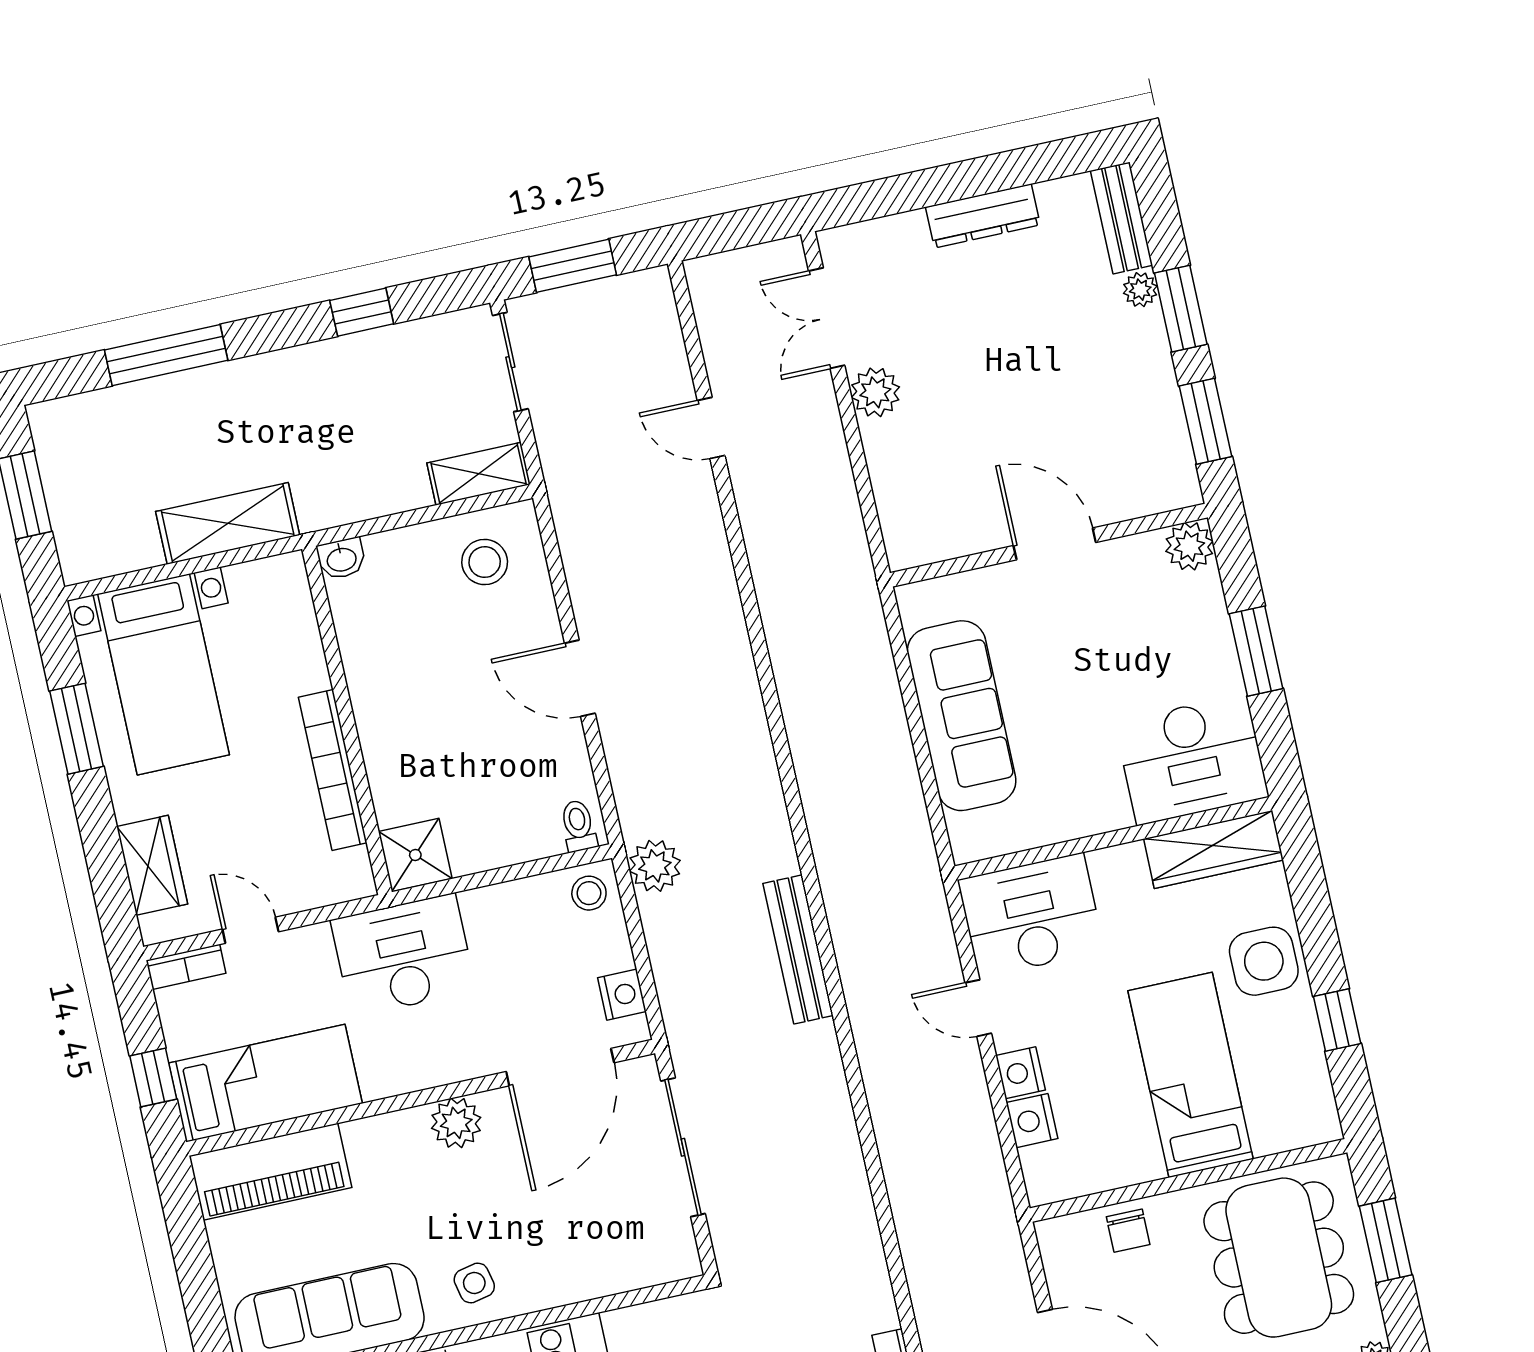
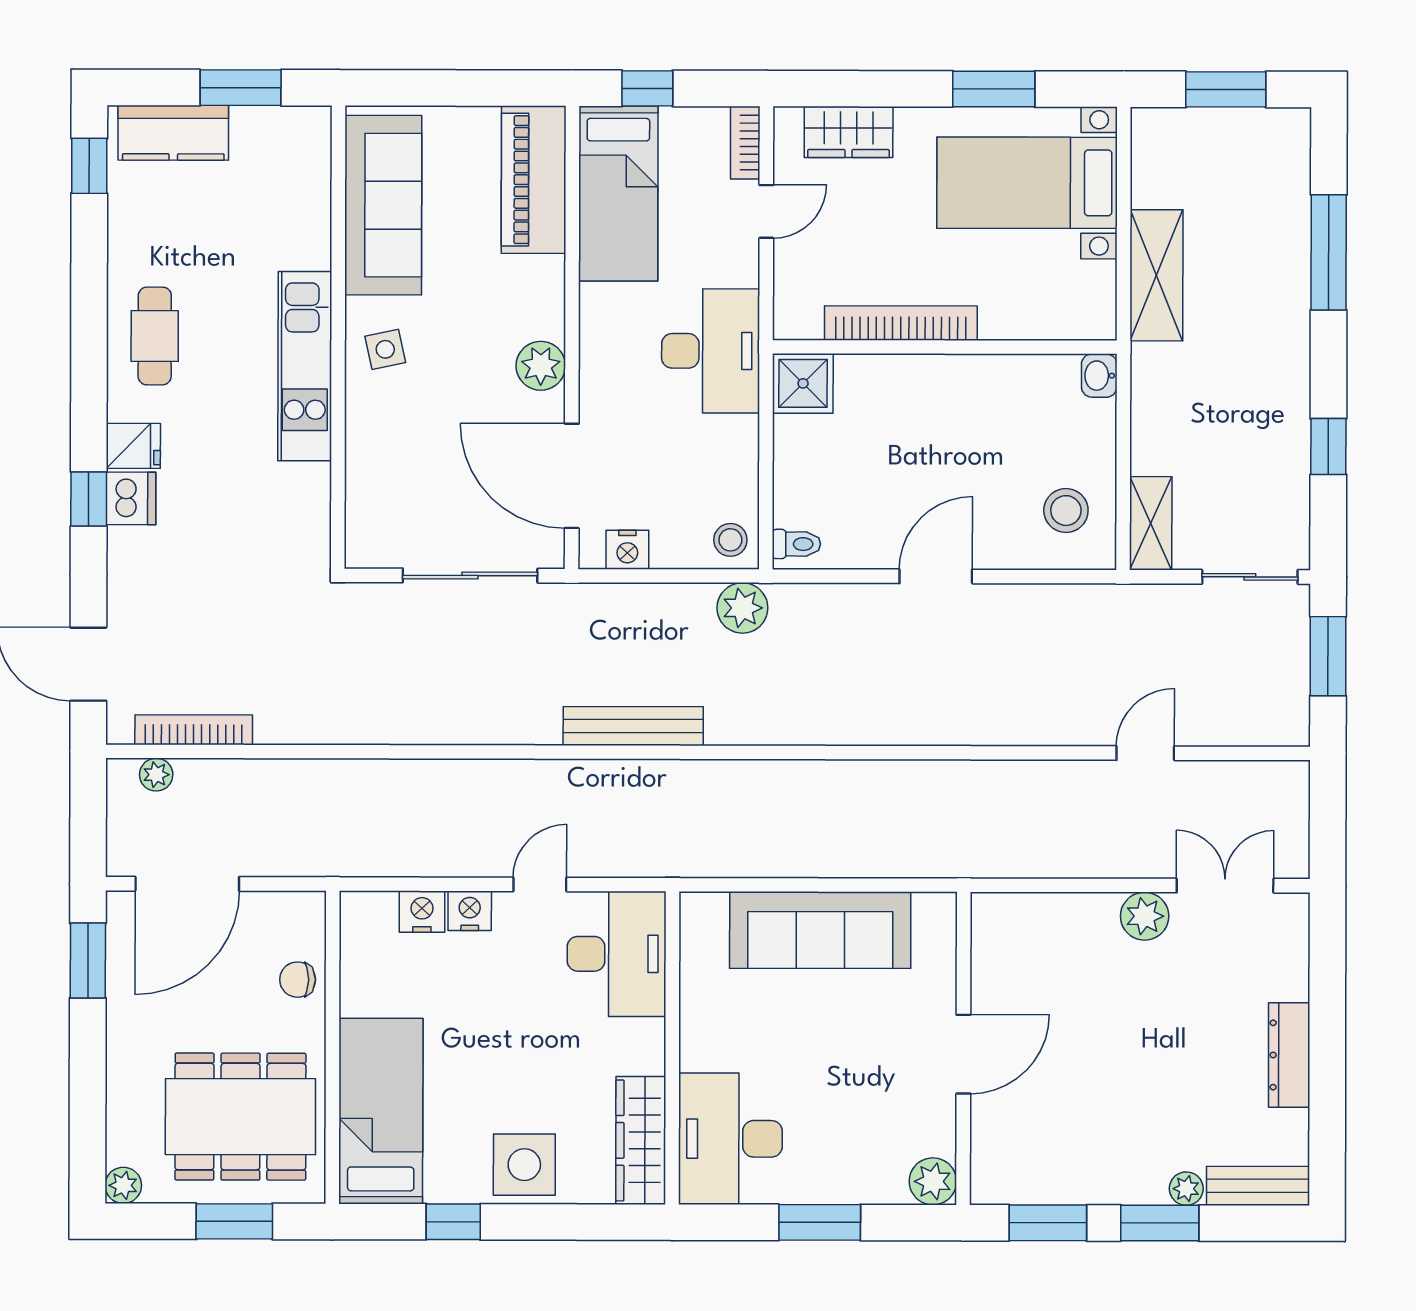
bed: (1191, 1075) -> (381, 1111), moved, turned -90

